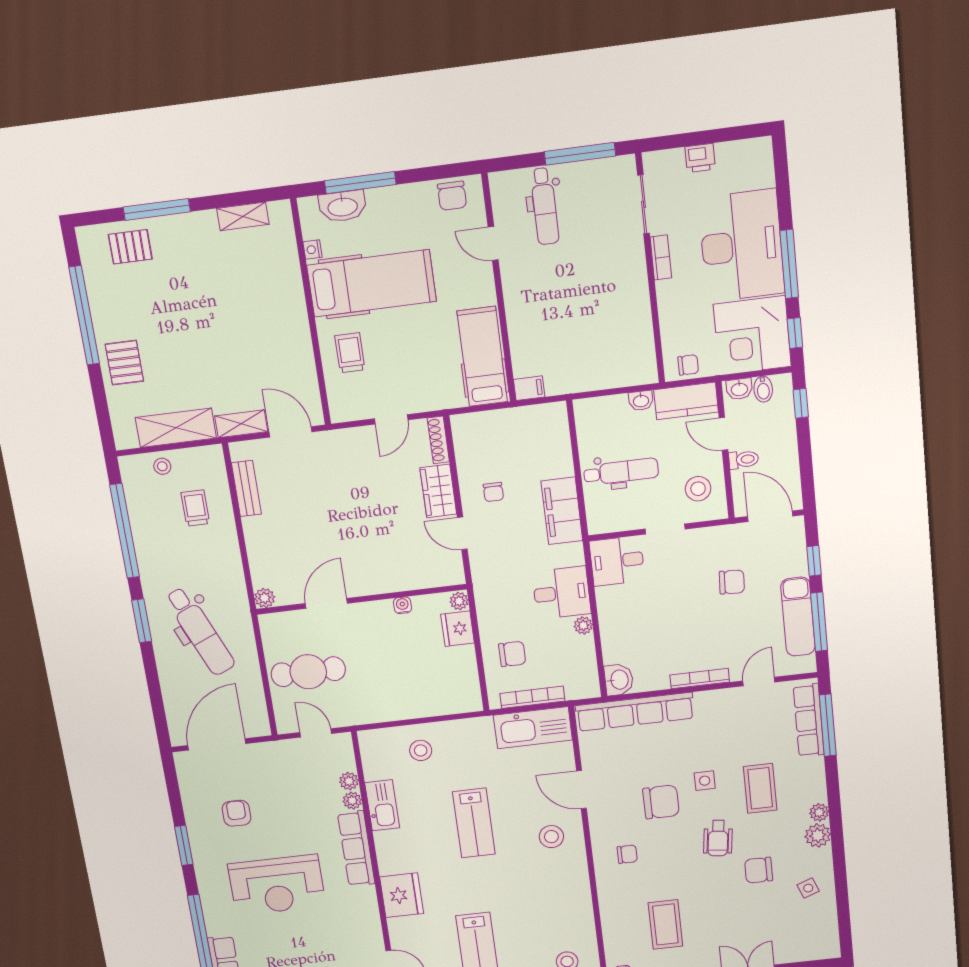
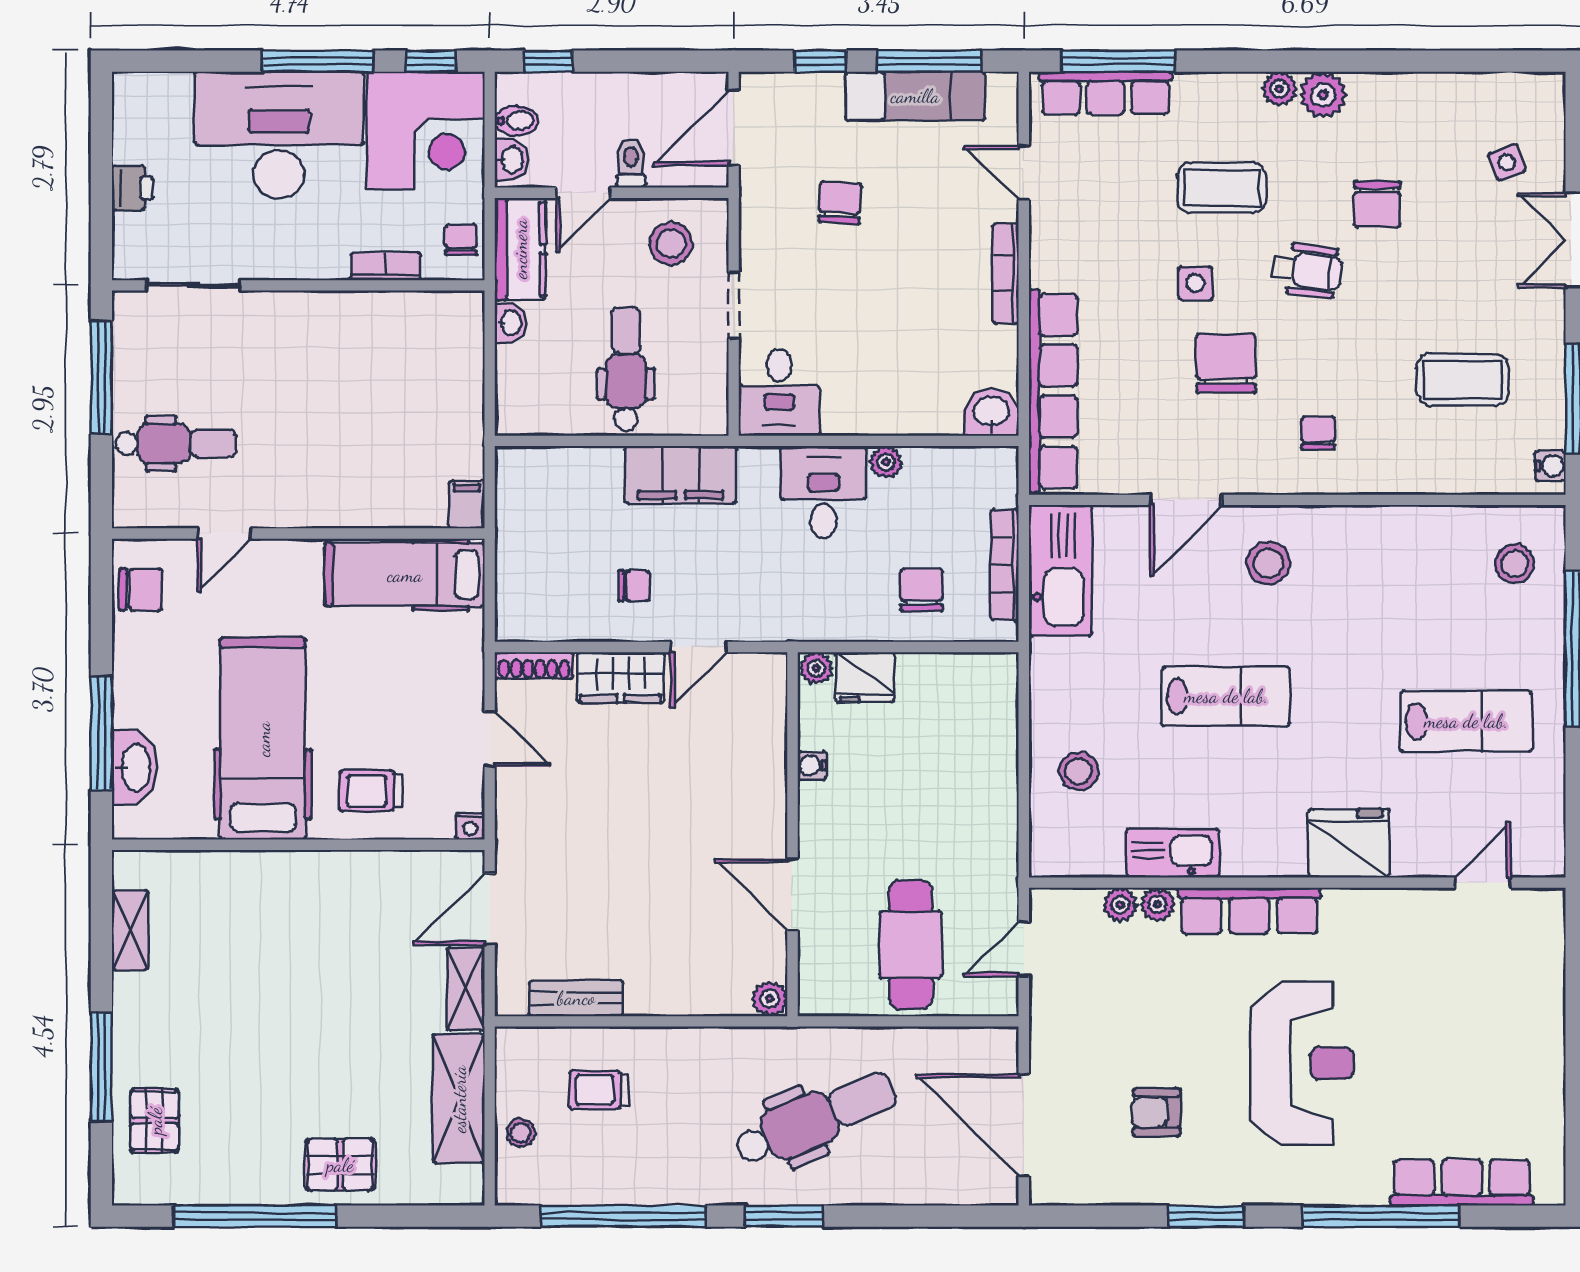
nightstand: (313, 250) -> (470, 826), moved
bookcase: (661, 257) -> (386, 266), moved
side table: (808, 888) -> (1507, 162), moved

